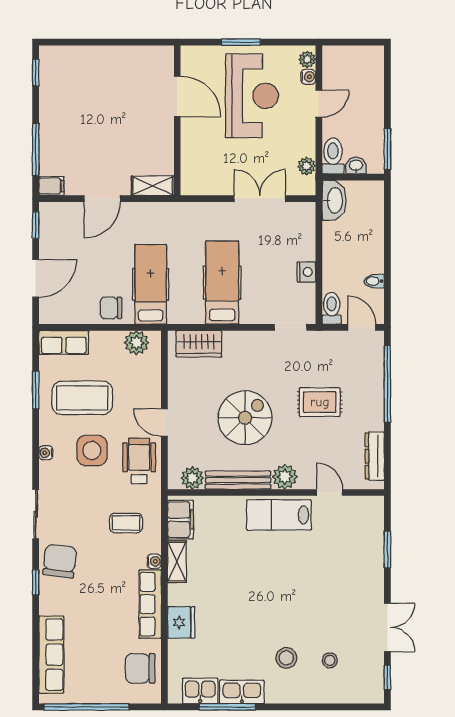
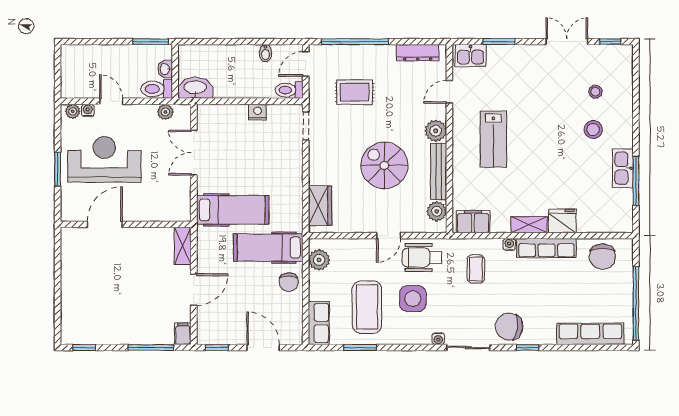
door: (102, 199) -> (194, 290), hinge flipped
hospital bed: (222, 283) -> (233, 210), moved, turned 180
rug: (320, 402) -> (355, 92), moved, turned 90
water cooler: (46, 453) -> (438, 339), moved
lab bench: (279, 515) -> (493, 139), moved
shelving: (177, 562) -> (529, 225), moved
kitchen sink: (200, 691) -> (471, 56), moved, turned -90

